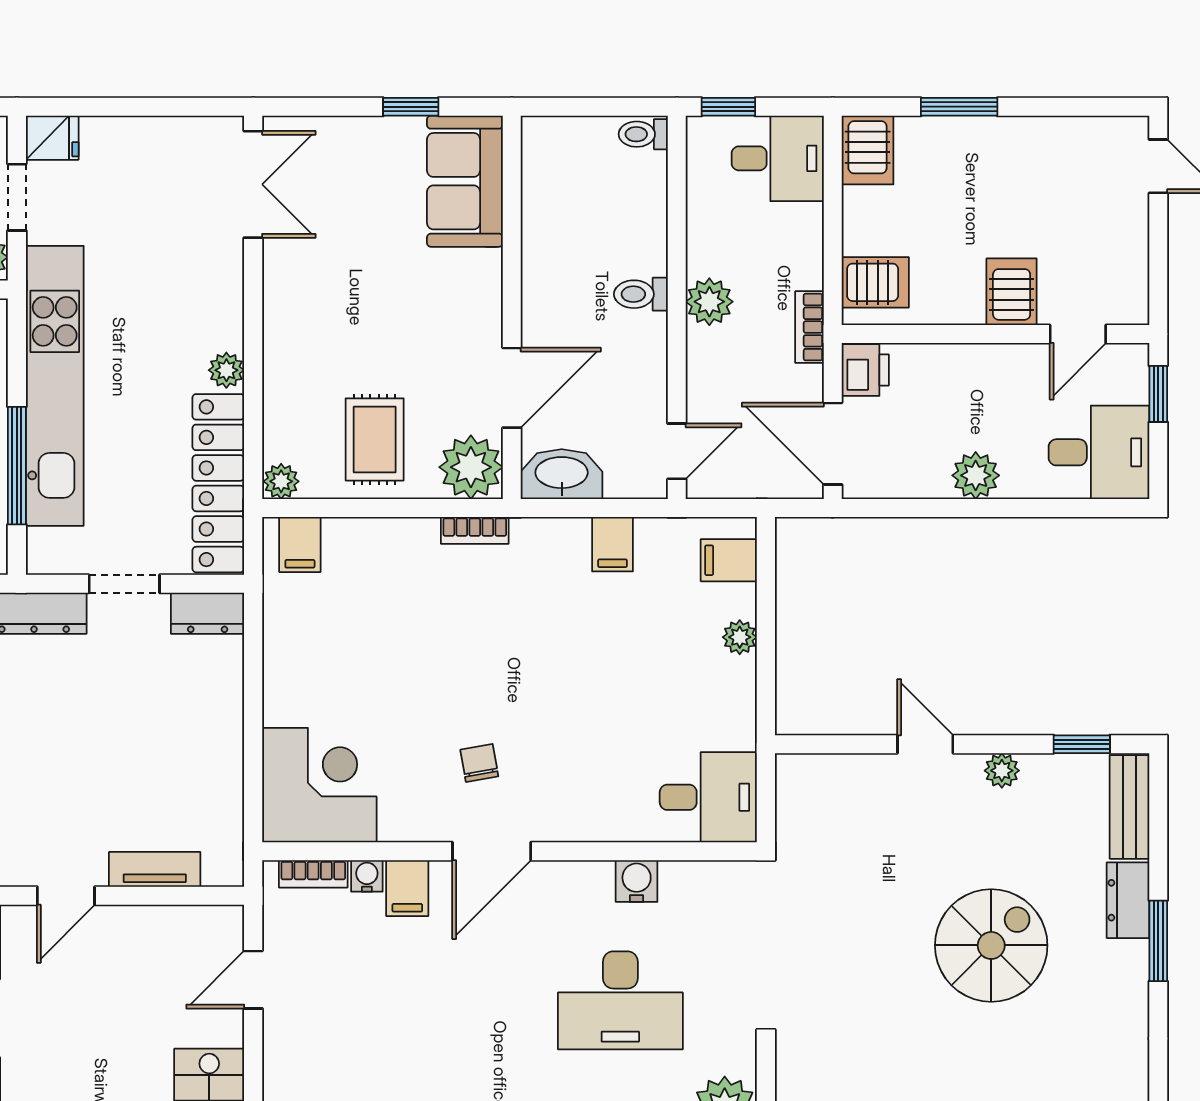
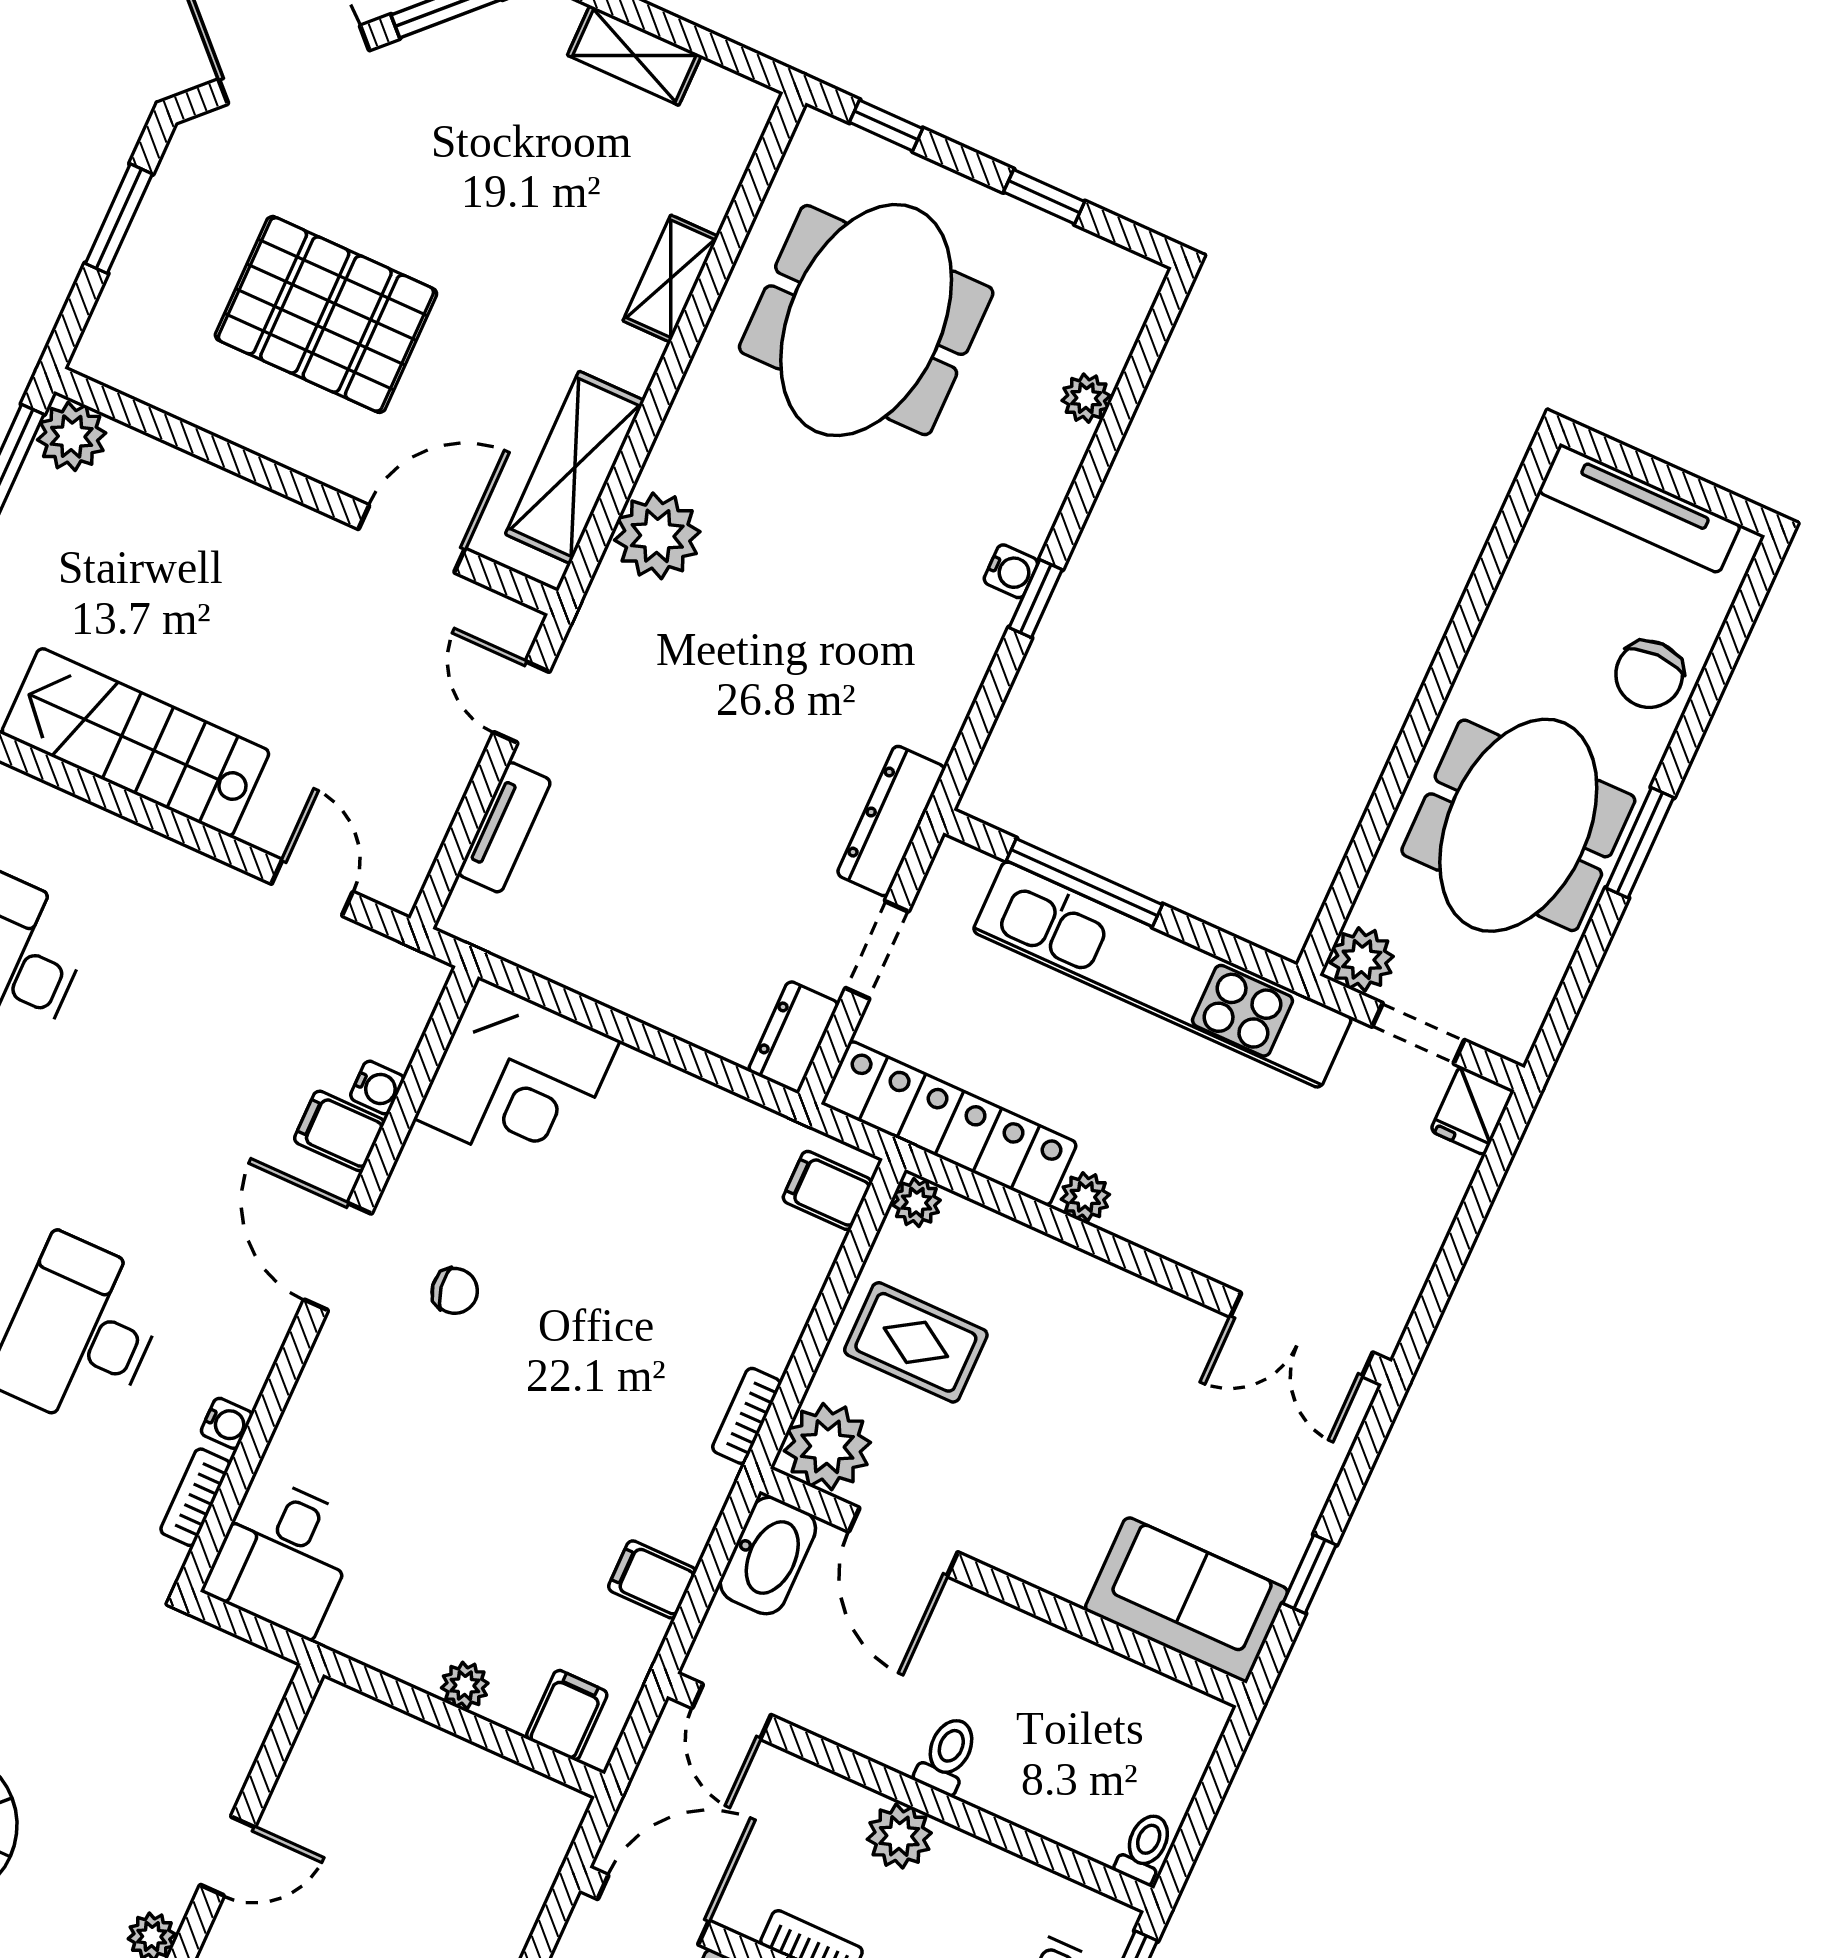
bookcase: (313, 874) -> (195, 1497), moved
water cooler: (637, 881) -> (227, 1423), width x0.72, depth x0.72

